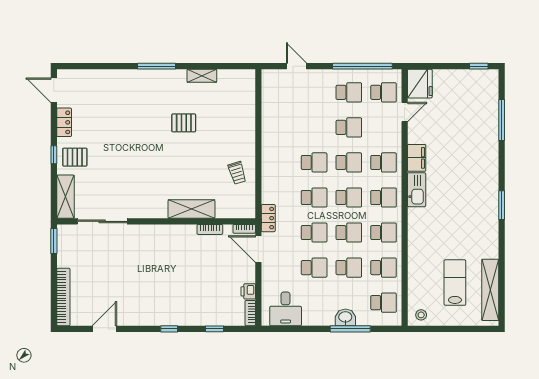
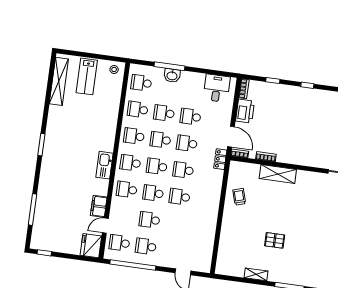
filing cabinet: (417, 158) -> (99, 206), moved
lab bench: (455, 283) -> (87, 76), moved
printer: (248, 291) -> (245, 111), width x1.87, depth x1.48

